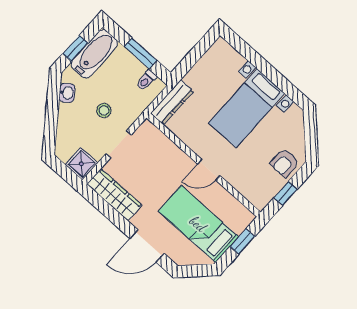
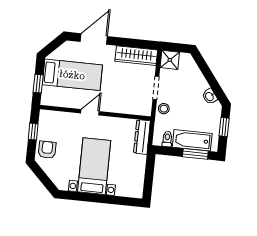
window: (141, 53) -> (195, 154), moved
bathtub: (94, 54) -> (192, 140), moved, turned 90
stool: (104, 110) -> (164, 109), moved

